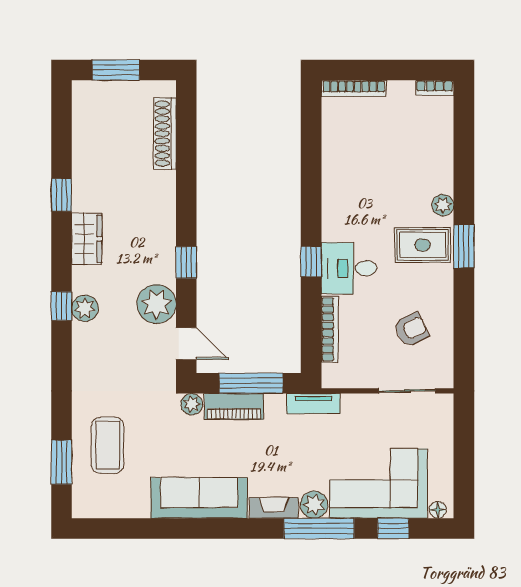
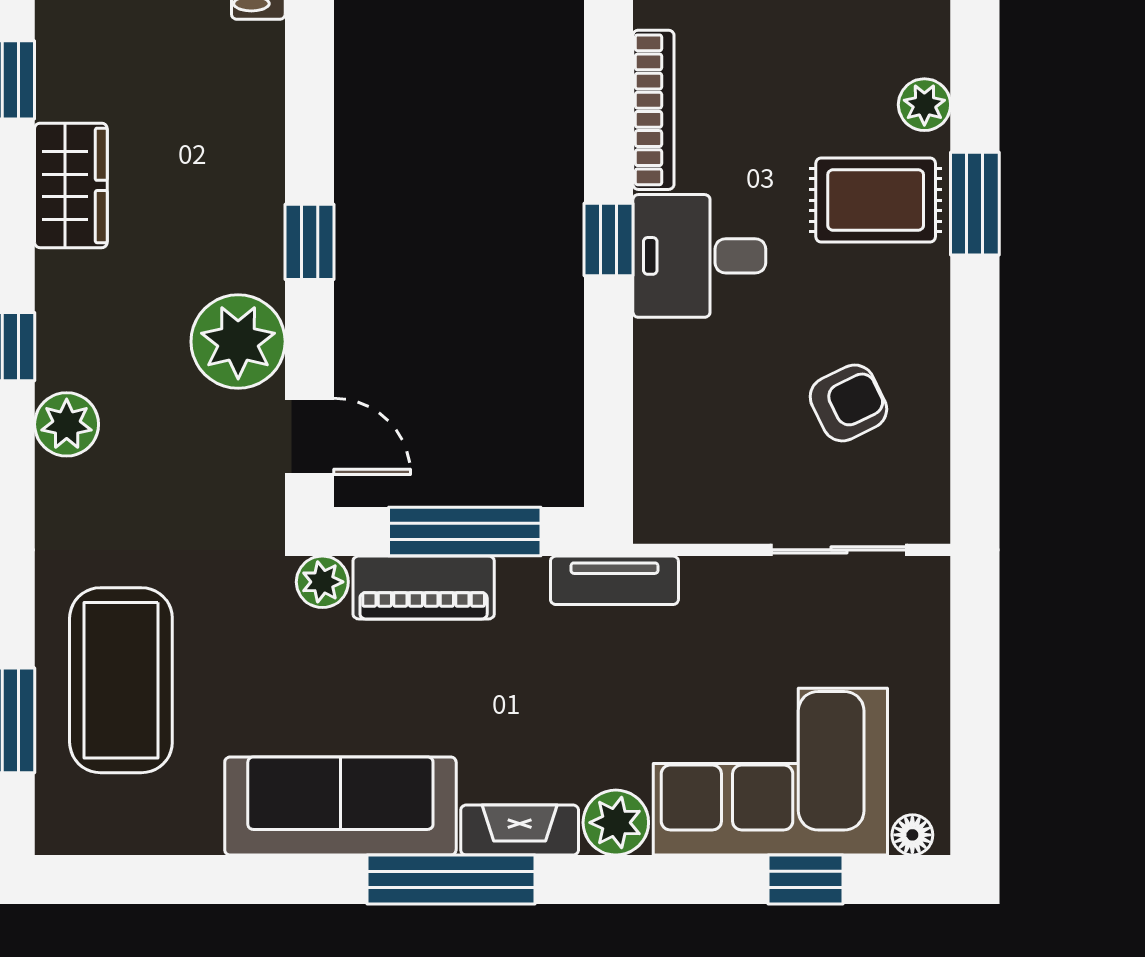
plant: (85, 308) -> (67, 424), moved
bookcase: (330, 329) -> (653, 110), moved
coffee table: (108, 445) -> (121, 680), width x1.36, depth x1.32
window: (319, 528) -> (451, 880), moved

